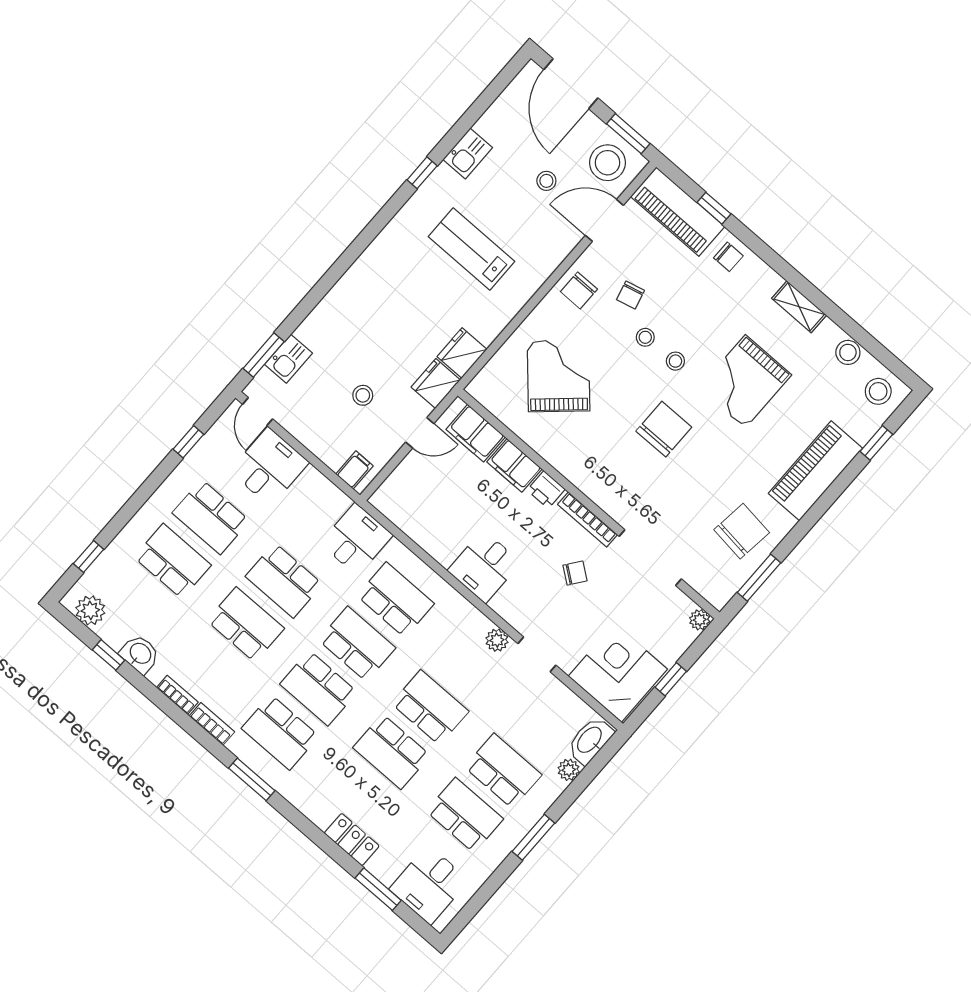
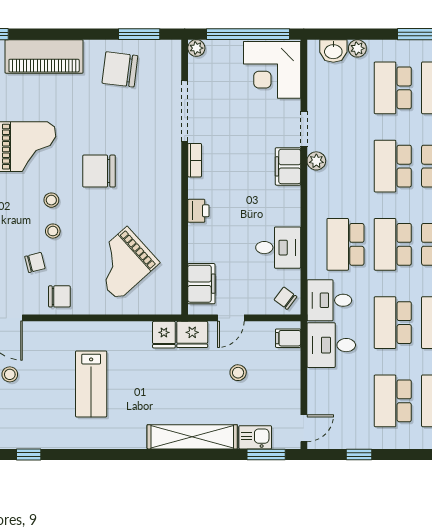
kitchen sink: (468, 154) -> (35, 437), removed
window: (422, 173) -> (29, 454), moved
shelving: (340, 300) -> (192, 437), added
fridge: (462, 353) -> (164, 335), width x0.72
door: (420, 433) -> (231, 318), swing flipped
filing cabinet: (514, 465) -> (288, 166), moved, turned 180
desk: (269, 467) -> (331, 345), moved
school desk: (211, 517) -> (393, 401), turned 180
bookcase: (588, 519) -> (195, 160), width x0.64
desk: (484, 567) -> (278, 248), moved
chair: (575, 573) -> (285, 298), moved
school desk: (284, 580) -> (393, 323), turned 180
window: (671, 679) -> (248, 34), width x3.17
washbasin: (590, 740) -> (333, 51), width x0.72

